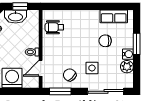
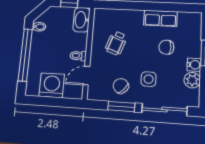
row of seats: (114, 16) -> (160, 18), moved
washbasin: (15, 17) -> (81, 20), moved, turned 90
wheelchair: (54, 27) -> (116, 43), moved, turned -70
window: (60, 91) -> (121, 106), moved

